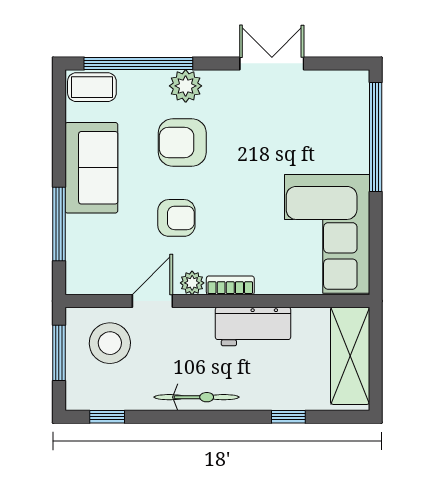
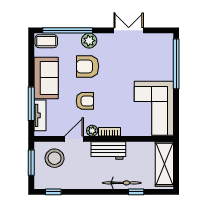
tv unit: (78, 250) -> (40, 115), added
workbench: (253, 327) -> (108, 151), moved
bicycle: (197, 397) -> (122, 183), moved

